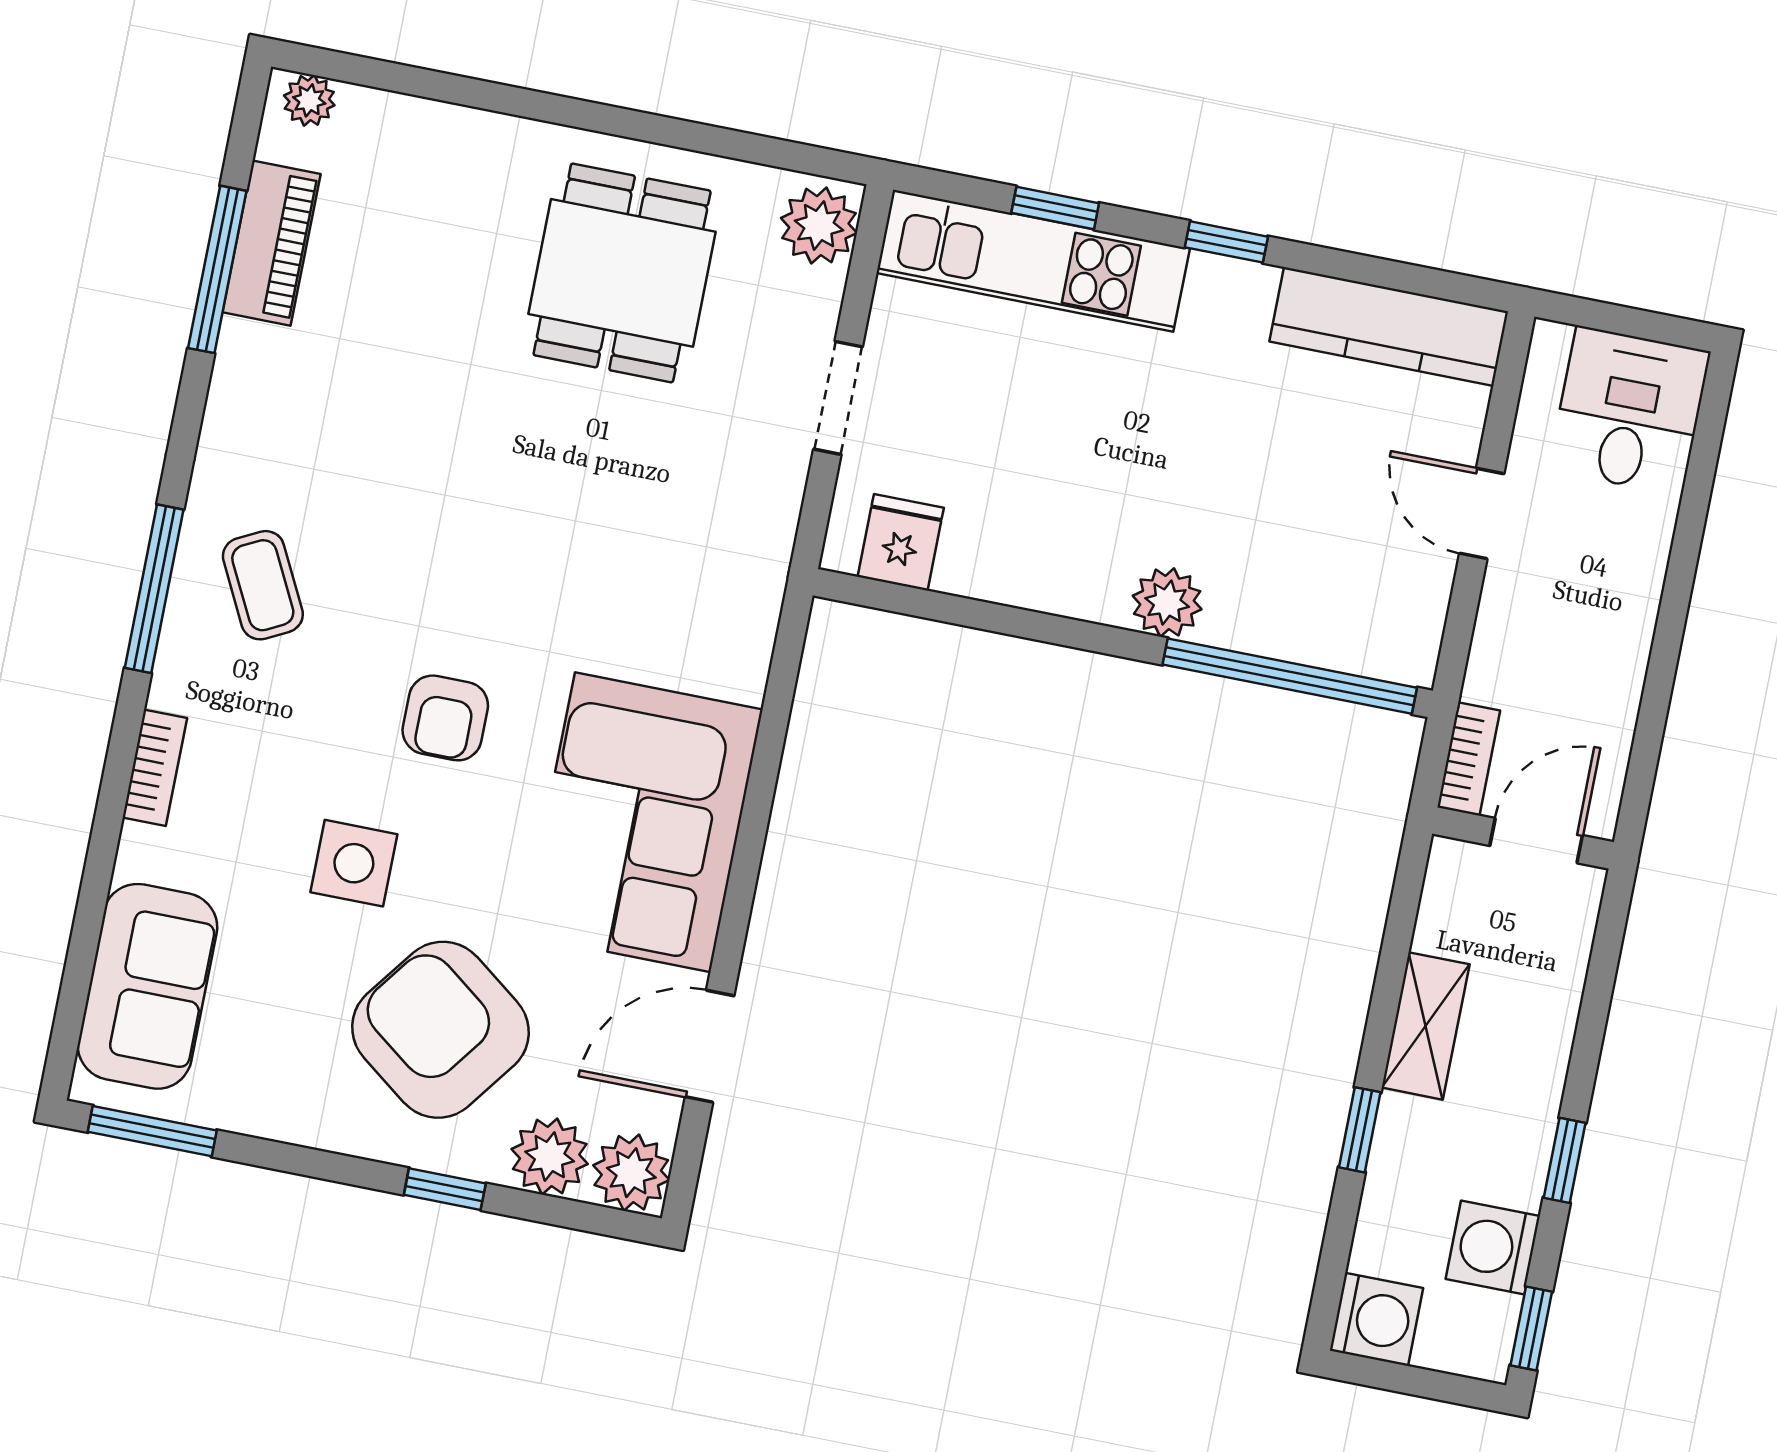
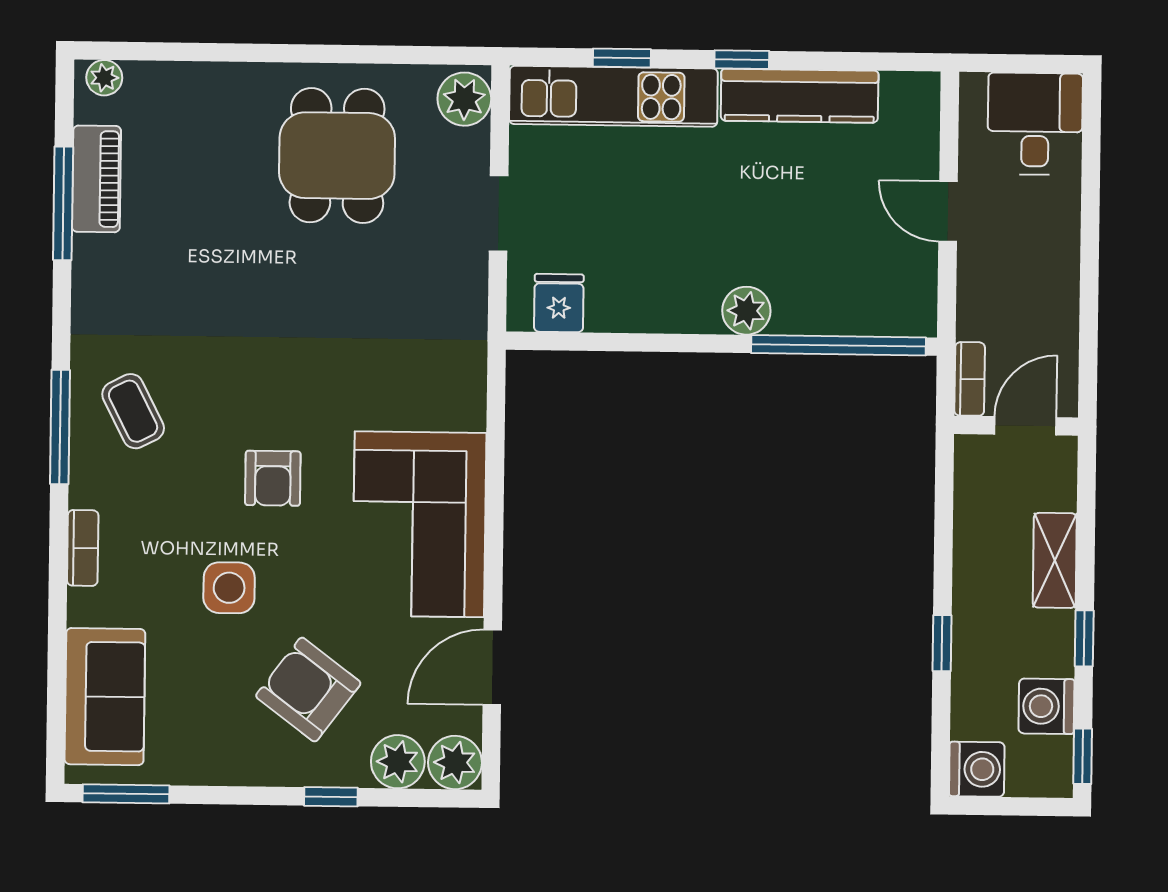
kitchen counter: (1389, 326) -> (800, 96), moved
shelving: (1426, 1026) -> (1055, 560), moved
armchair: (440, 1030) -> (308, 690), width x0.73, depth x0.73

